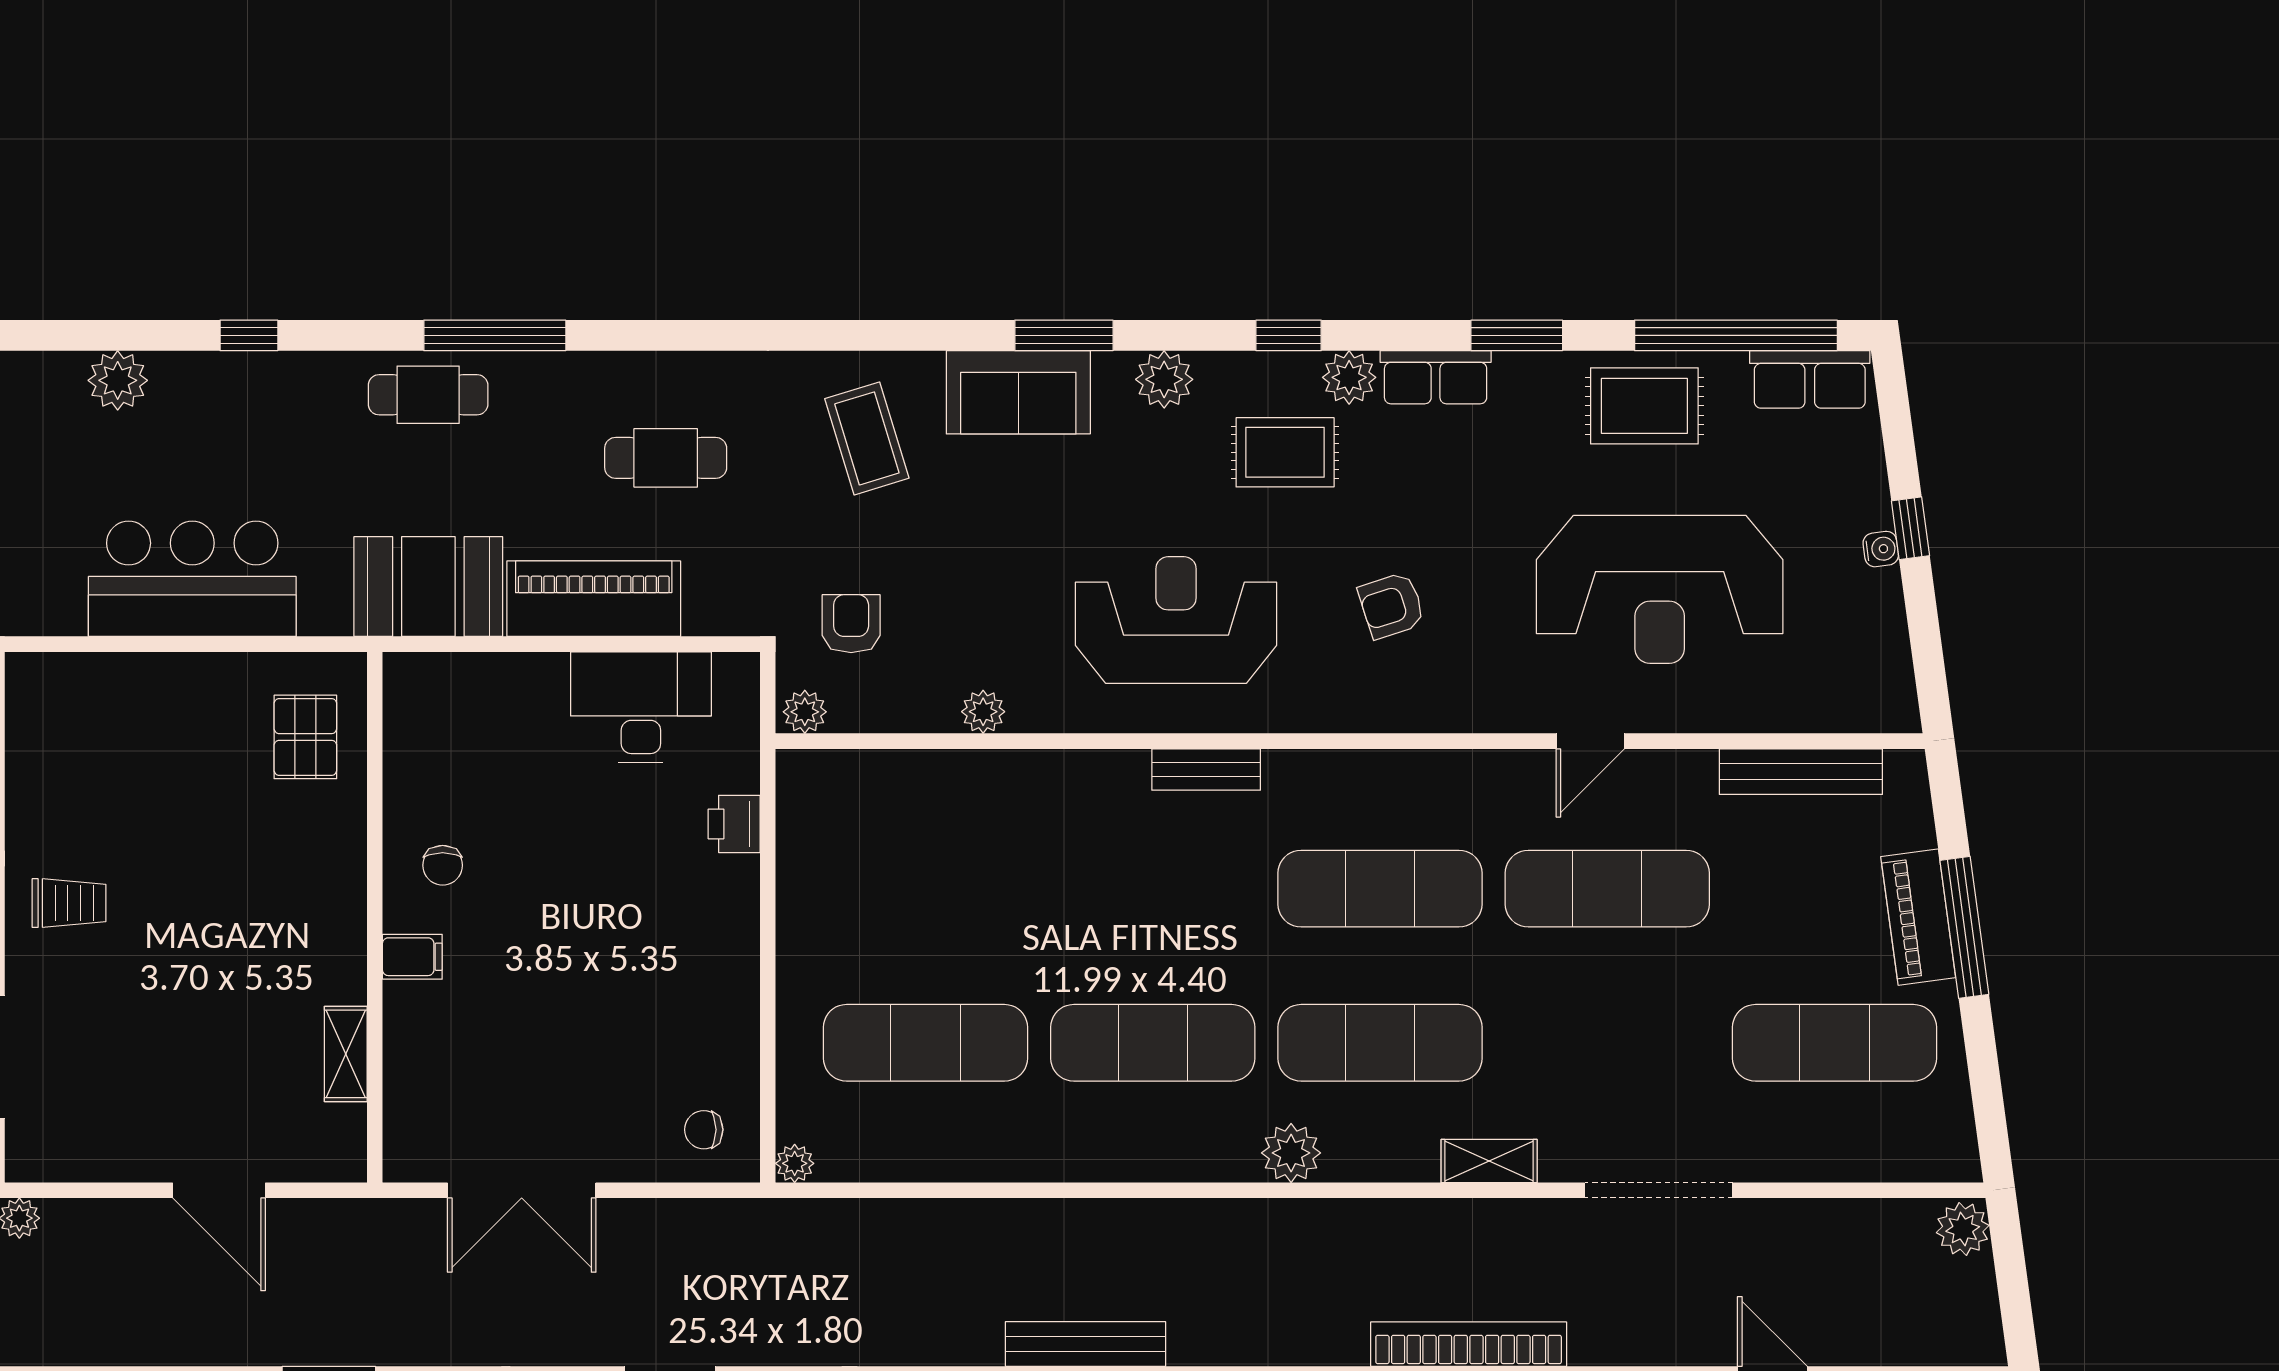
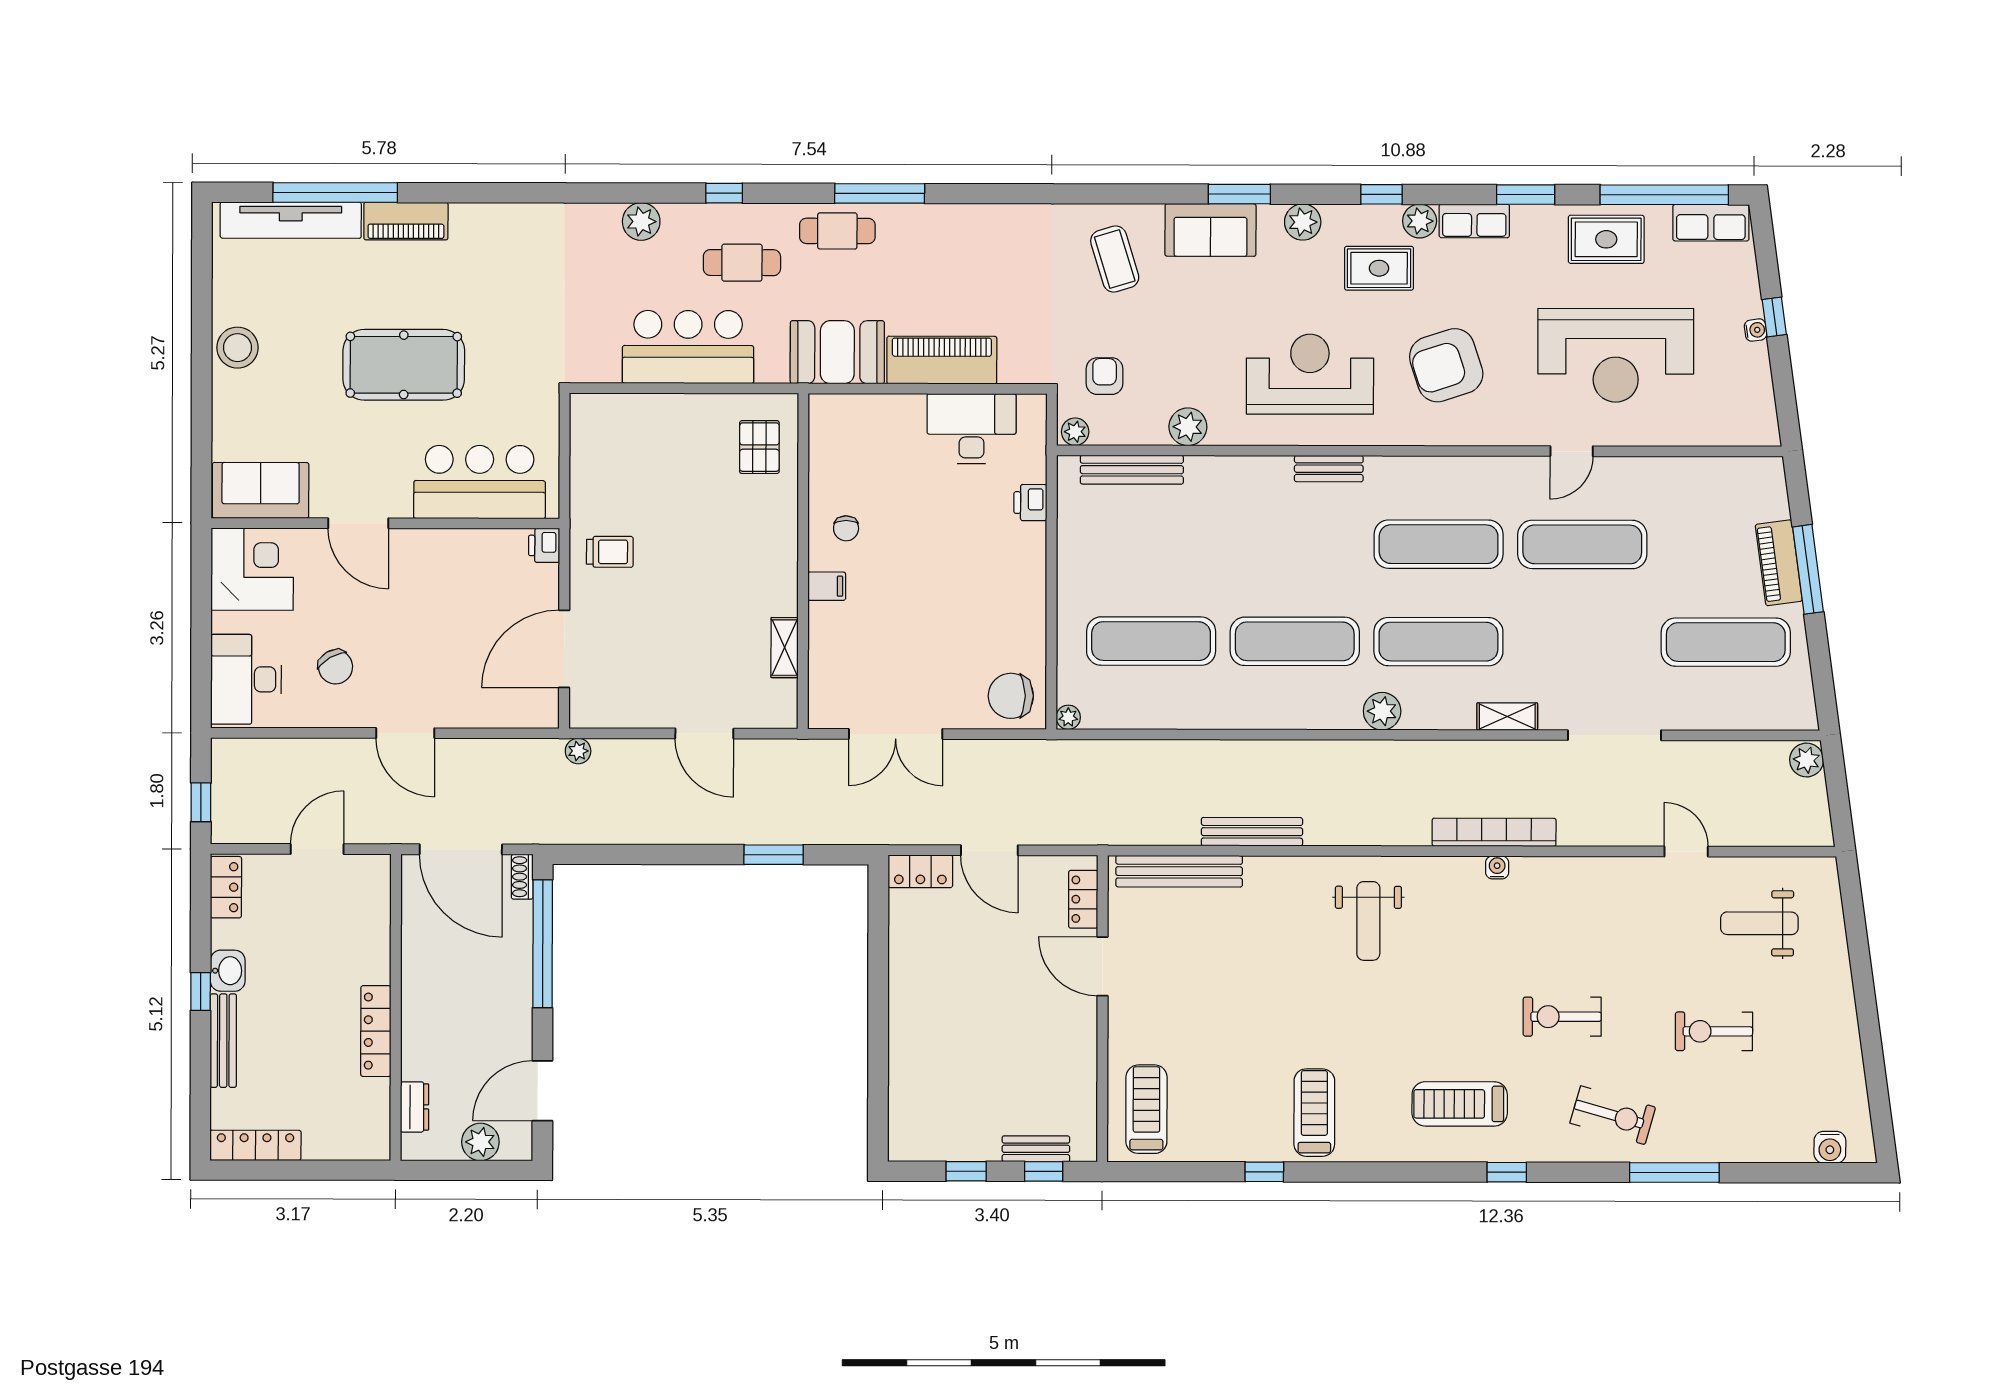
cafe table: (666, 458) -> (742, 263), moved
armchair: (1391, 606) -> (1446, 365), width x1.88, depth x1.88
plant: (983, 712) -> (1188, 427), width x1.38, depth x1.38
bench: (1801, 772) -> (1132, 470), moved
chair: (704, 1130) -> (1011, 696), width x1.87, depth x1.87

